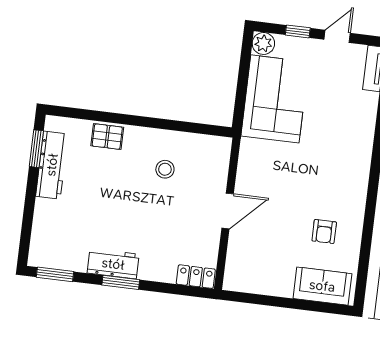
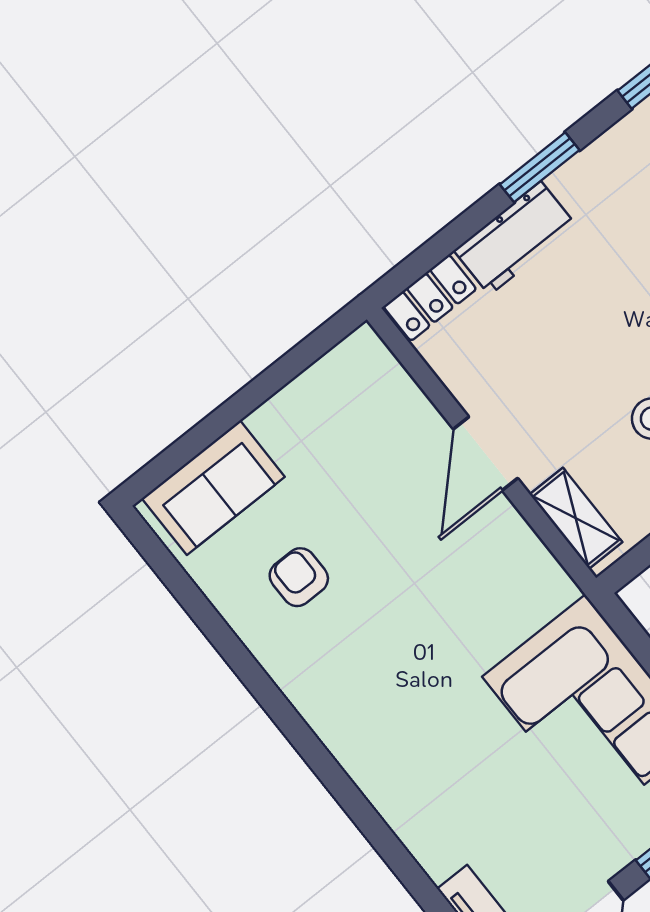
shelving: (220, 163) -> (576, 518), added
workbench: (113, 264) -> (515, 238), moved

